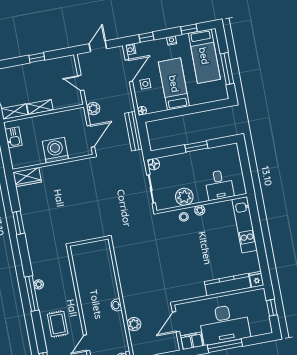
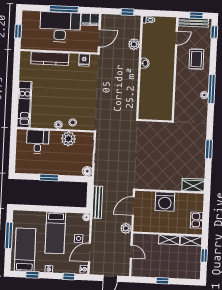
fridge: (257, 279) -> (84, 60), moved

